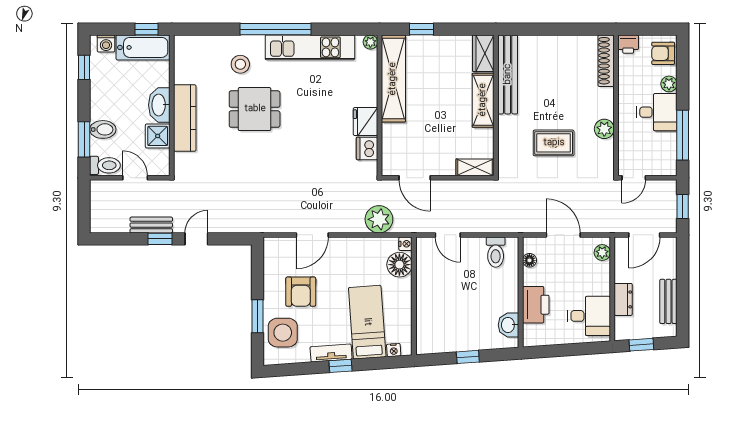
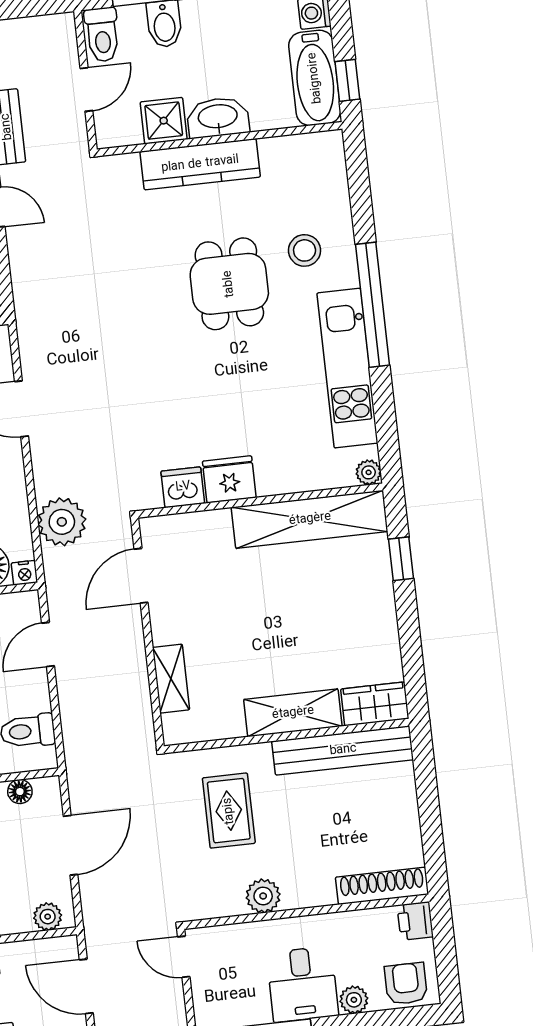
wardrobe: (483, 53) -> (375, 704), moved
bench: (508, 74) -> (343, 750), moved
shelving: (483, 100) -> (293, 713), moved
wall: (496, 105) -> (287, 736), moved

